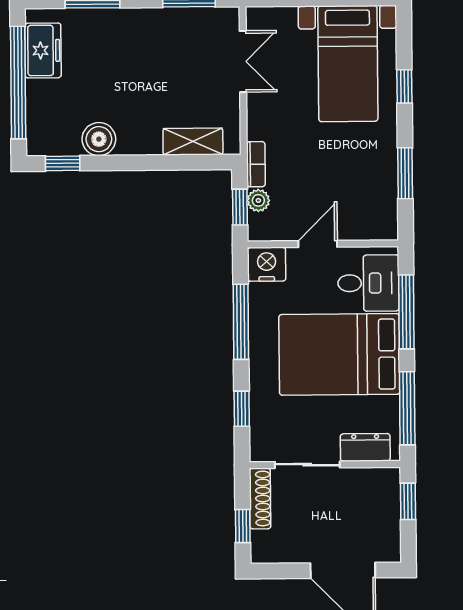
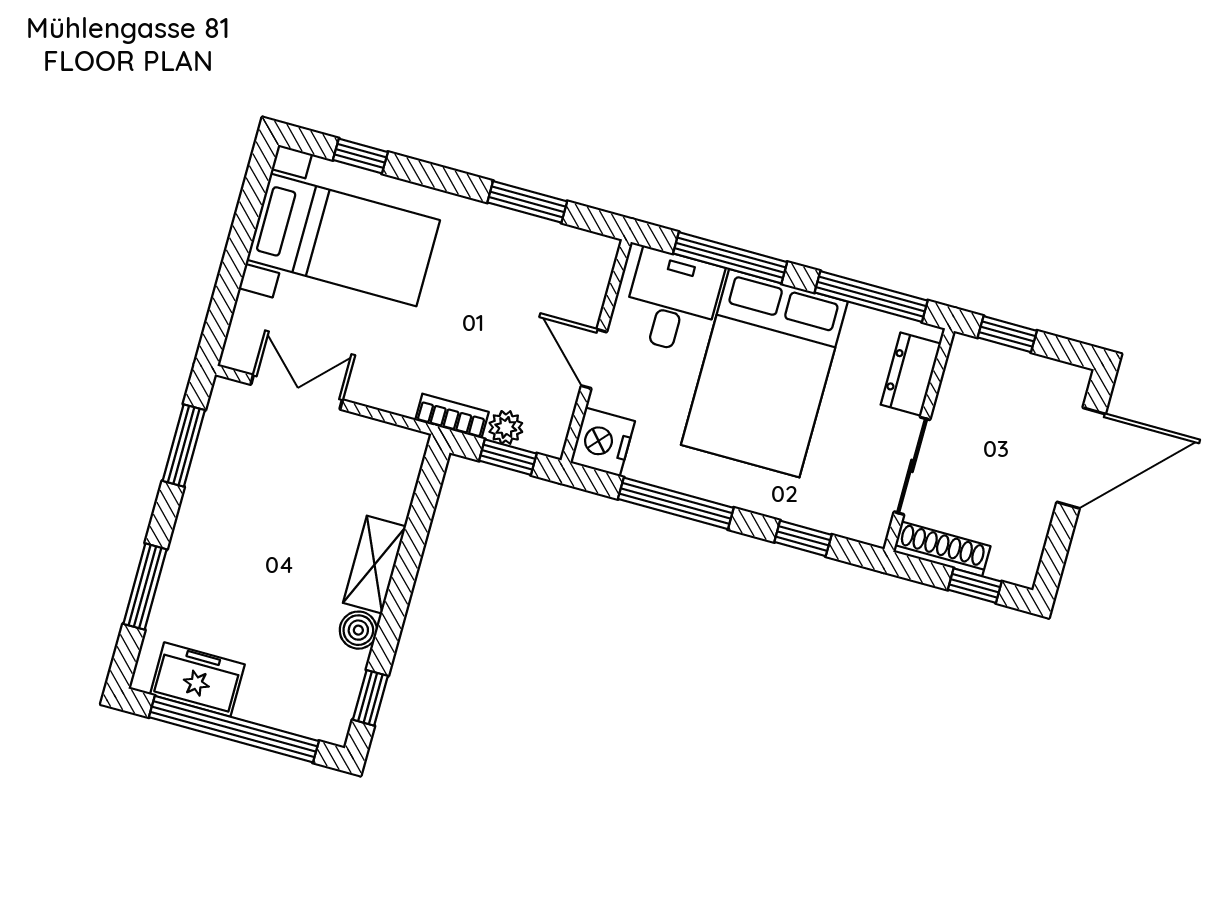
window: (404, 86) -> (360, 156), moved
boiler: (99, 139) -> (358, 630), width x0.73, depth x0.73
shelving: (193, 142) -> (374, 565), moved

